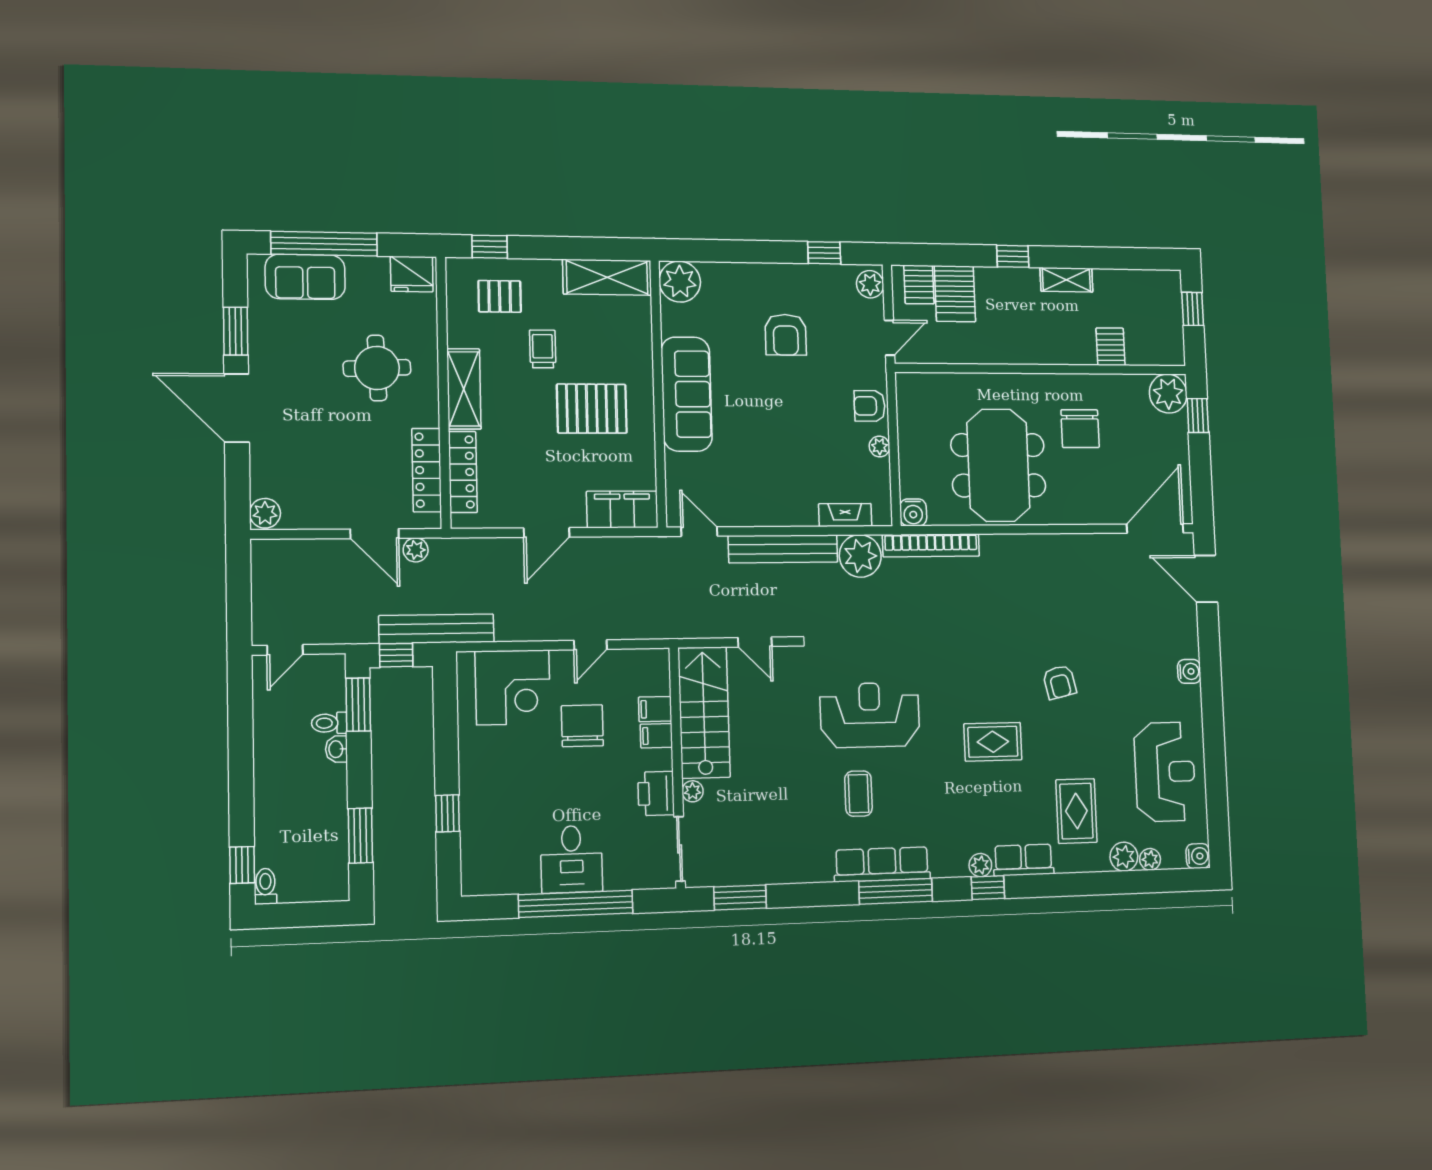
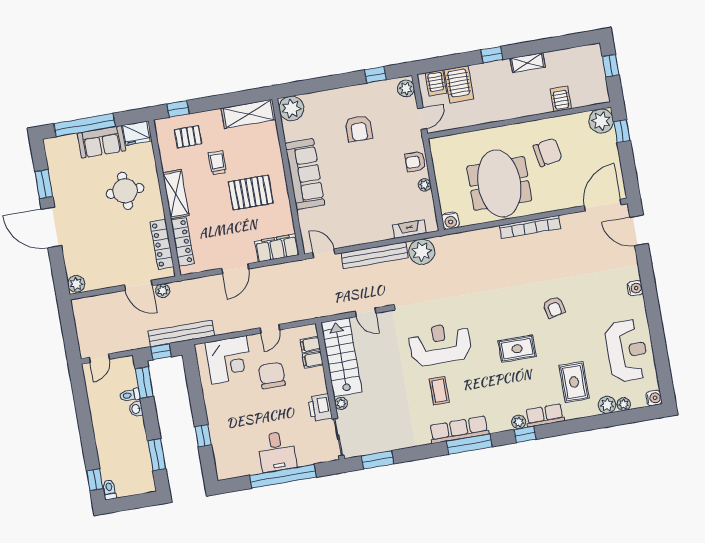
sofa: (305, 277) -> (102, 142), moved
chair: (1080, 429) -> (548, 152), turned -100
bookcase: (931, 545) -> (530, 227), moved
filing cabinet: (656, 736) -> (310, 344), moved

